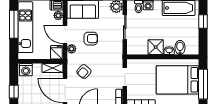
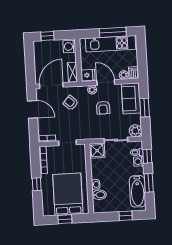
door: (65, 34) -> (106, 83), hinge flipped
shower: (156, 47) -> (97, 151), moved
window: (203, 84) -> (65, 219), width x0.46

